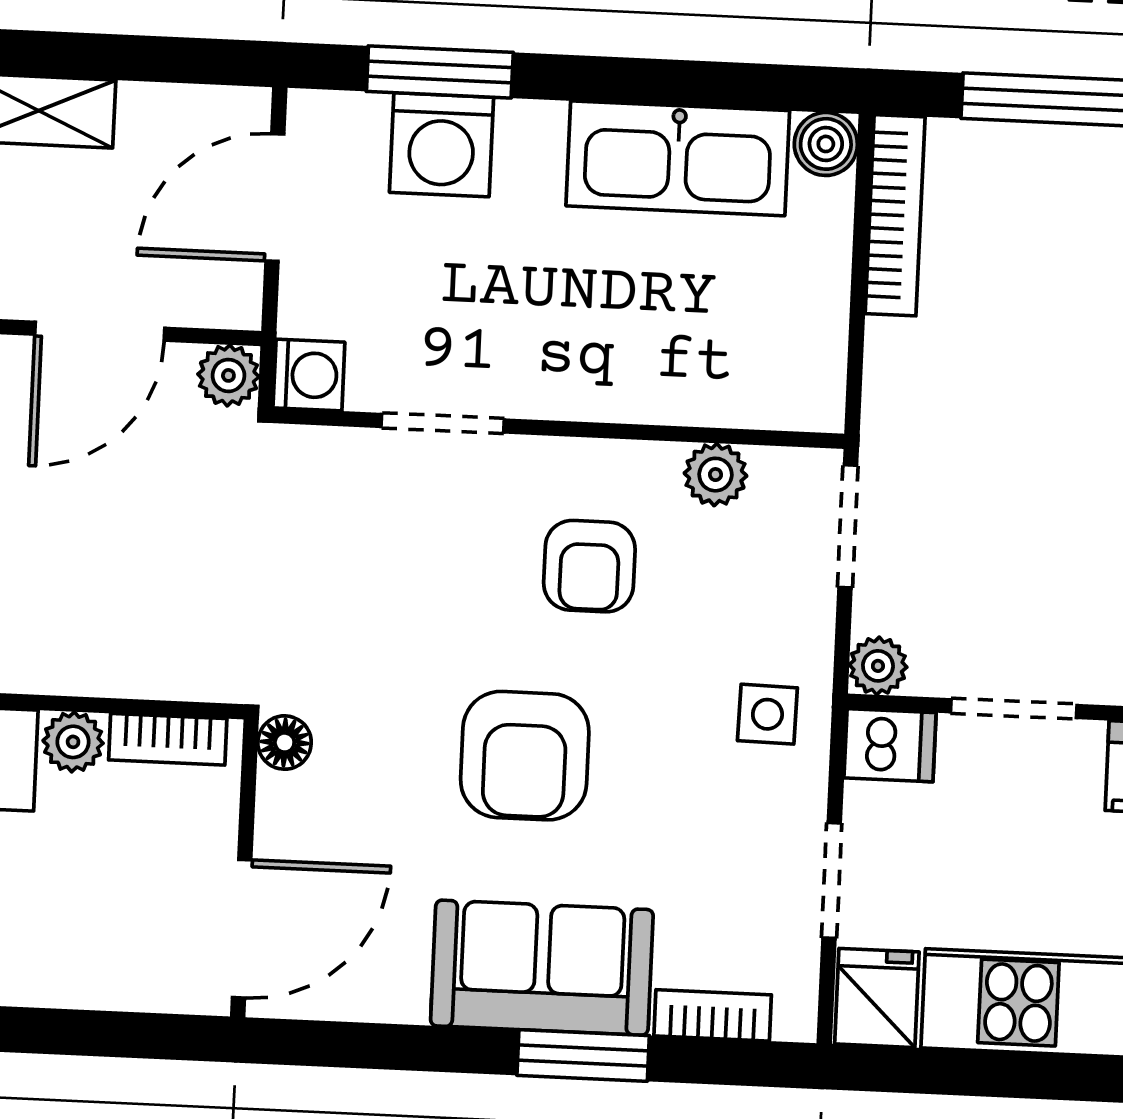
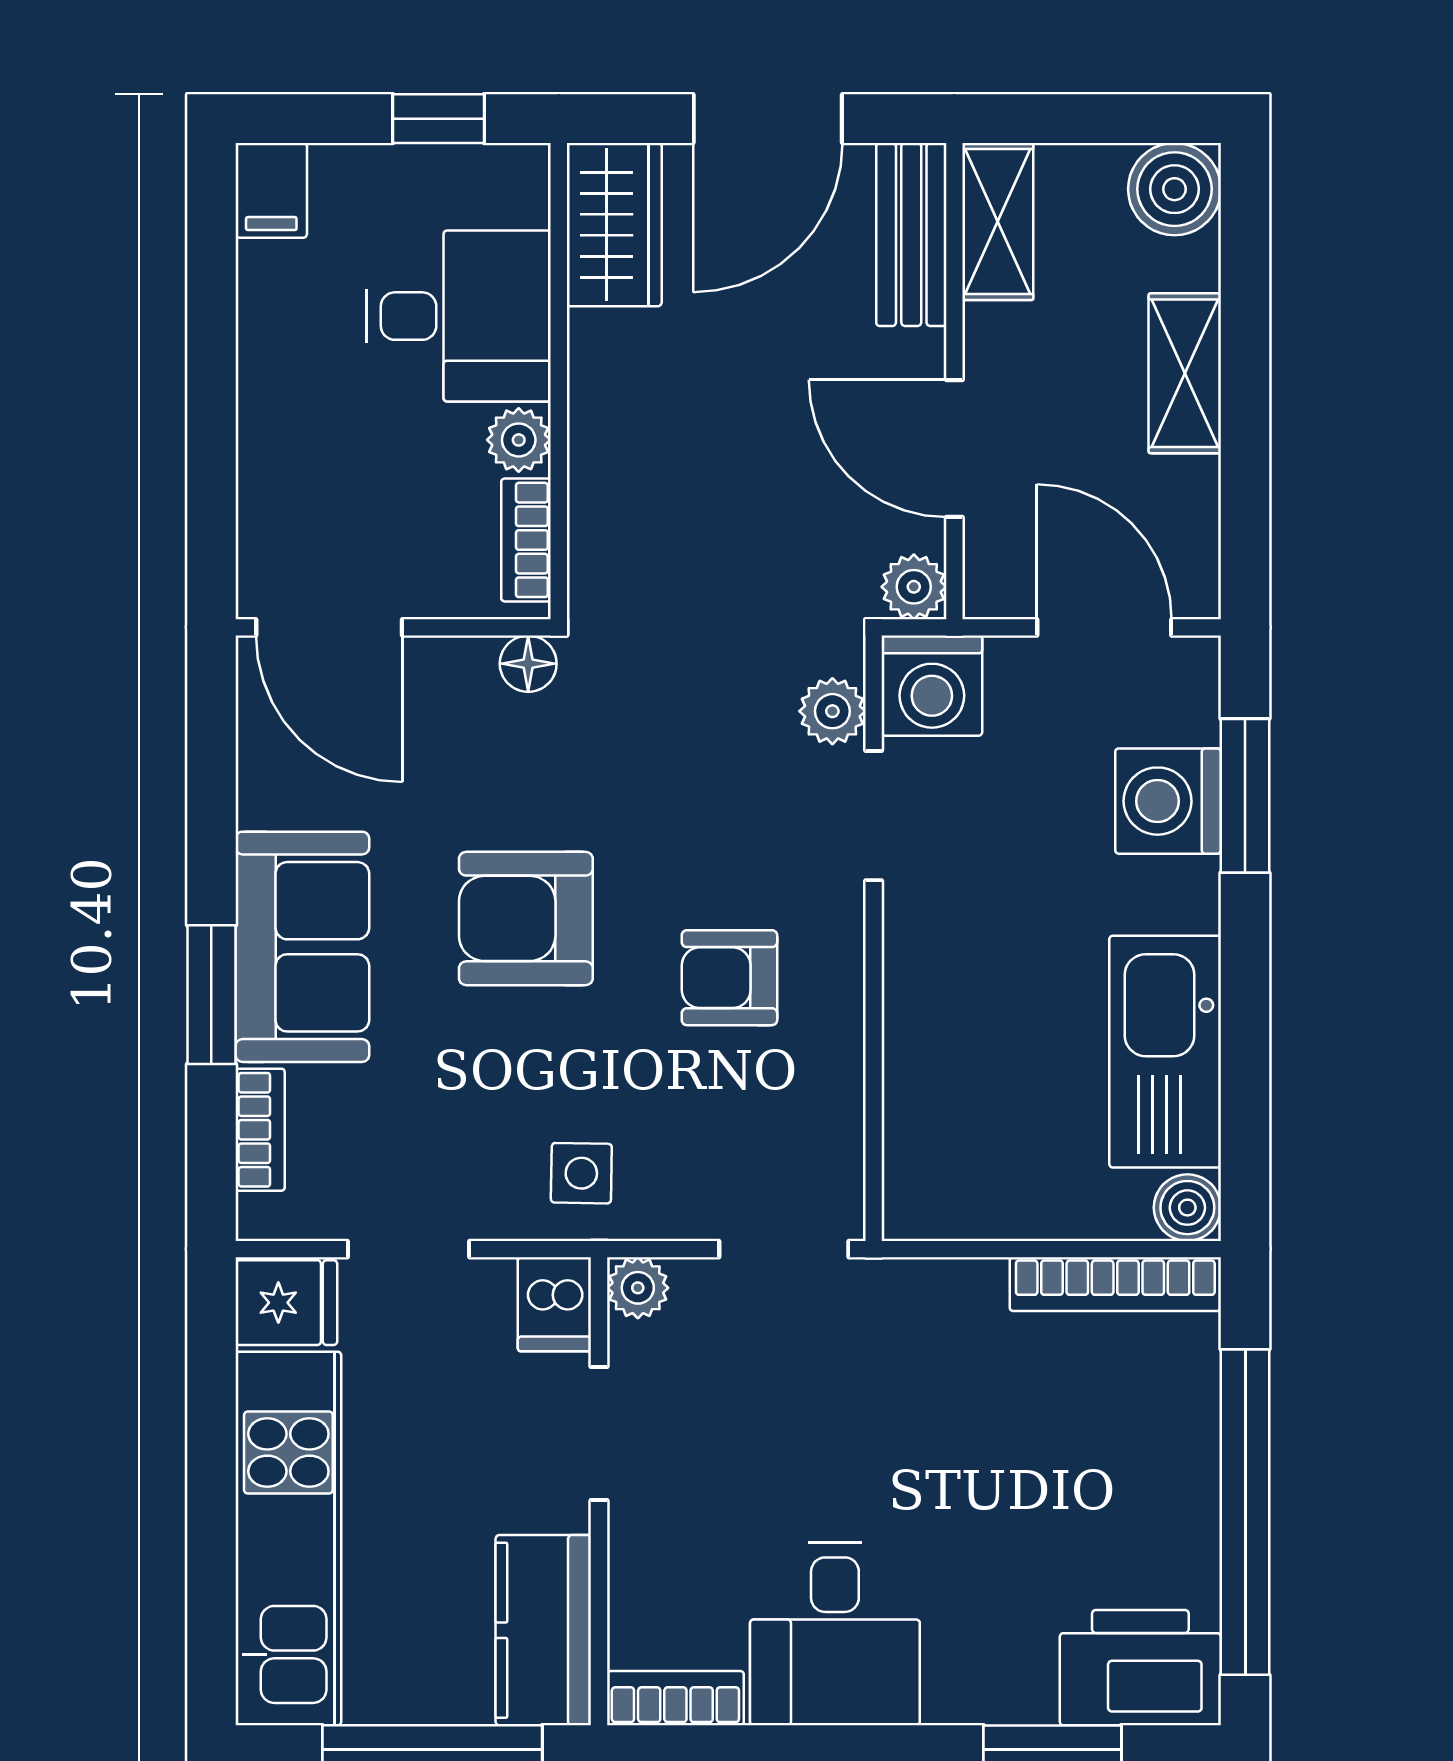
washing machine: (309, 375) -> (932, 686), width x1.38, depth x1.38
plant: (716, 475) -> (832, 711), moved

